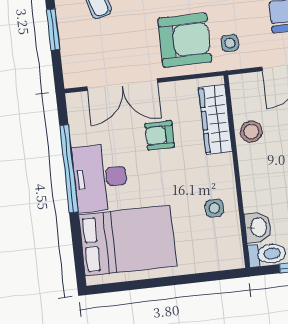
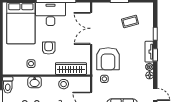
armchair: (160, 135) -> (49, 48), moved
washbasin: (258, 227) -> (35, 82), moved

